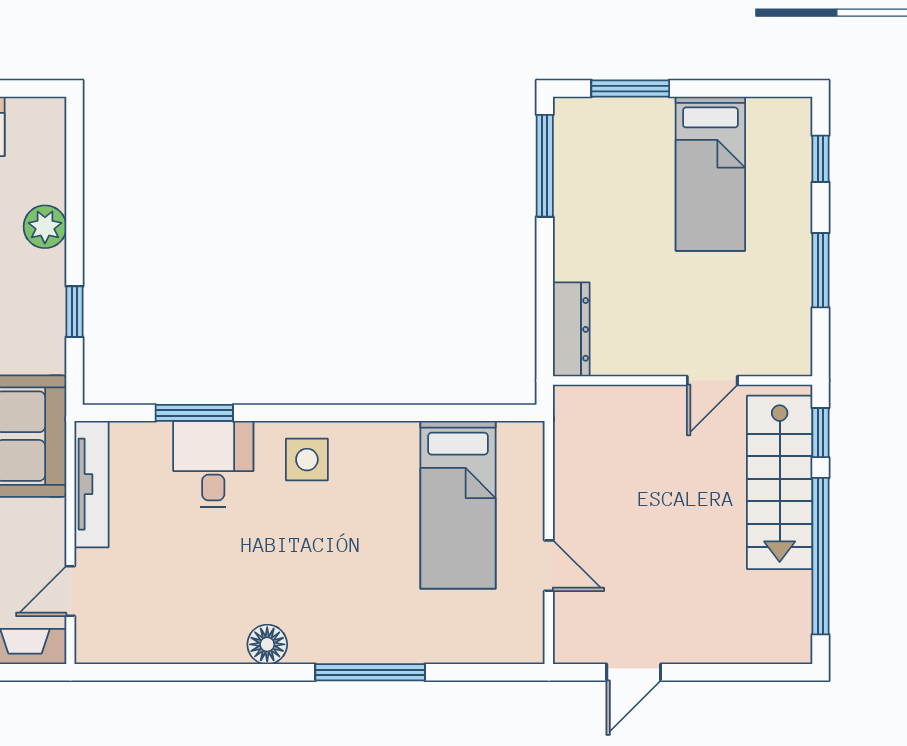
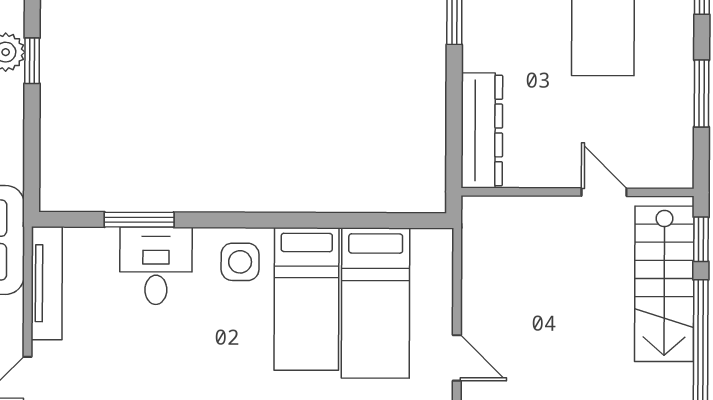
window: (74, 312) -> (32, 61), moved
dresser: (571, 329) -> (482, 130), width x1.37, depth x1.24
door: (712, 380) -> (604, 192), swing flipped
bed: (381, 501) -> (307, 299), added

